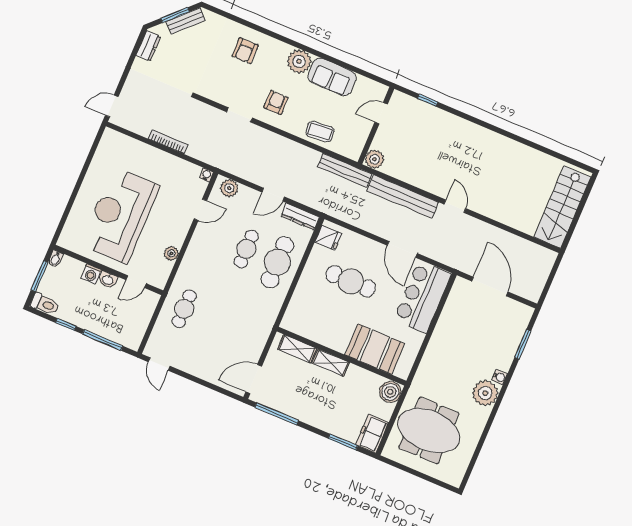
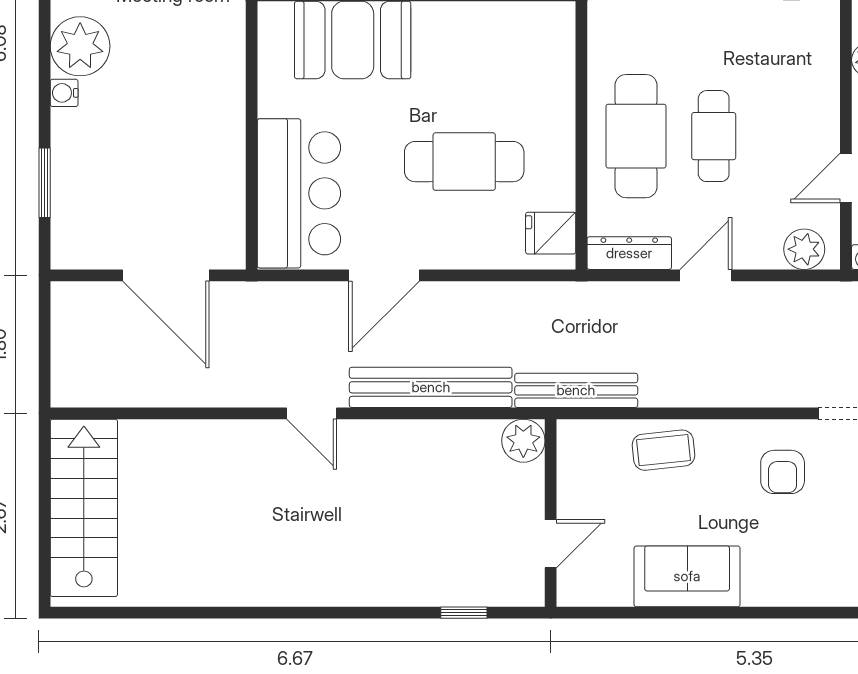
plant: (299, 61) -> (770, 580), removed
door: (402, 249) -> (384, 275), swing flipped

